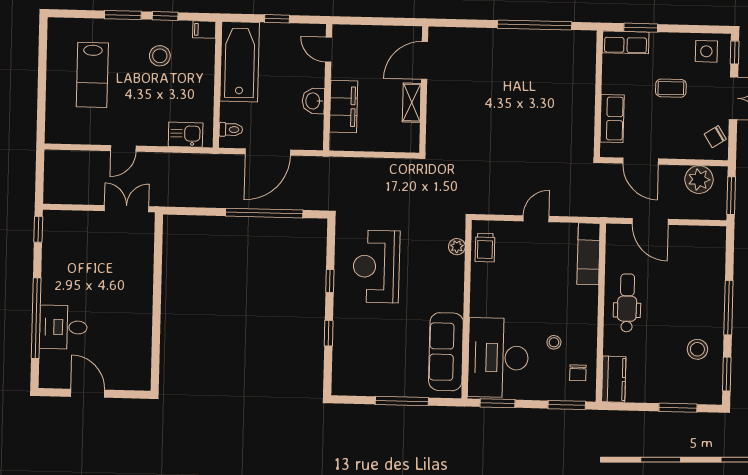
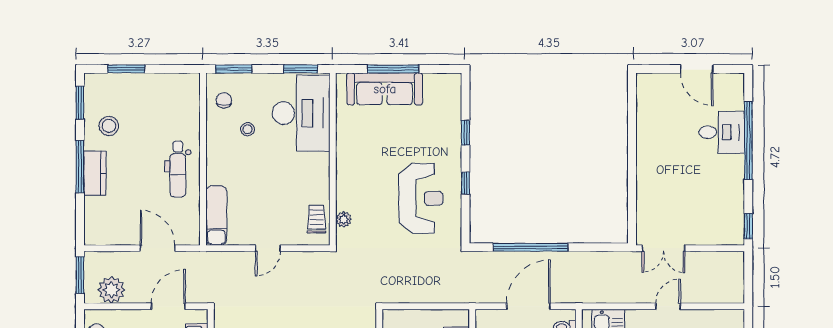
door: (641, 161) -> (168, 306), hinge flipped
sofa: (446, 352) -> (385, 89), moved, turned 90
kitchen counter: (614, 379) -> (95, 173), moved, turned 180

